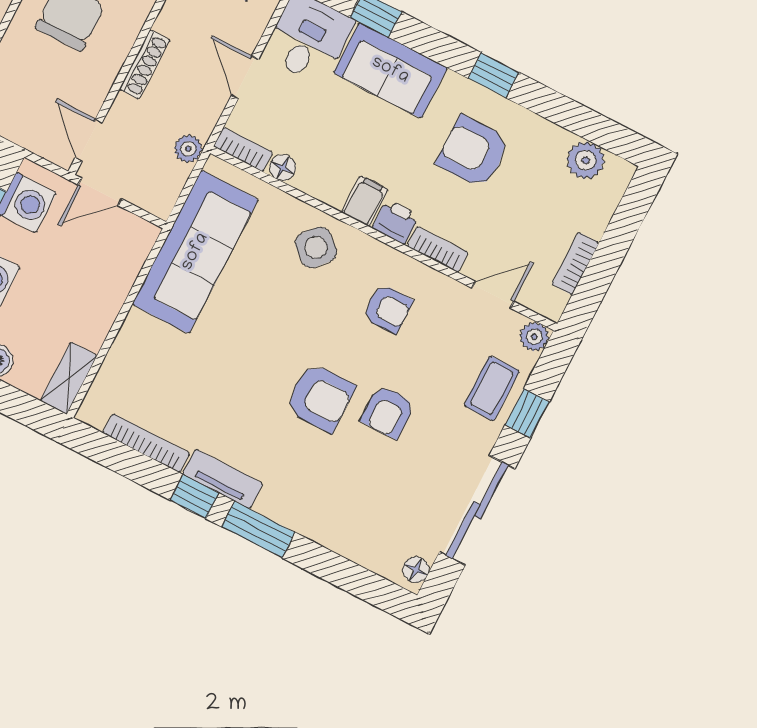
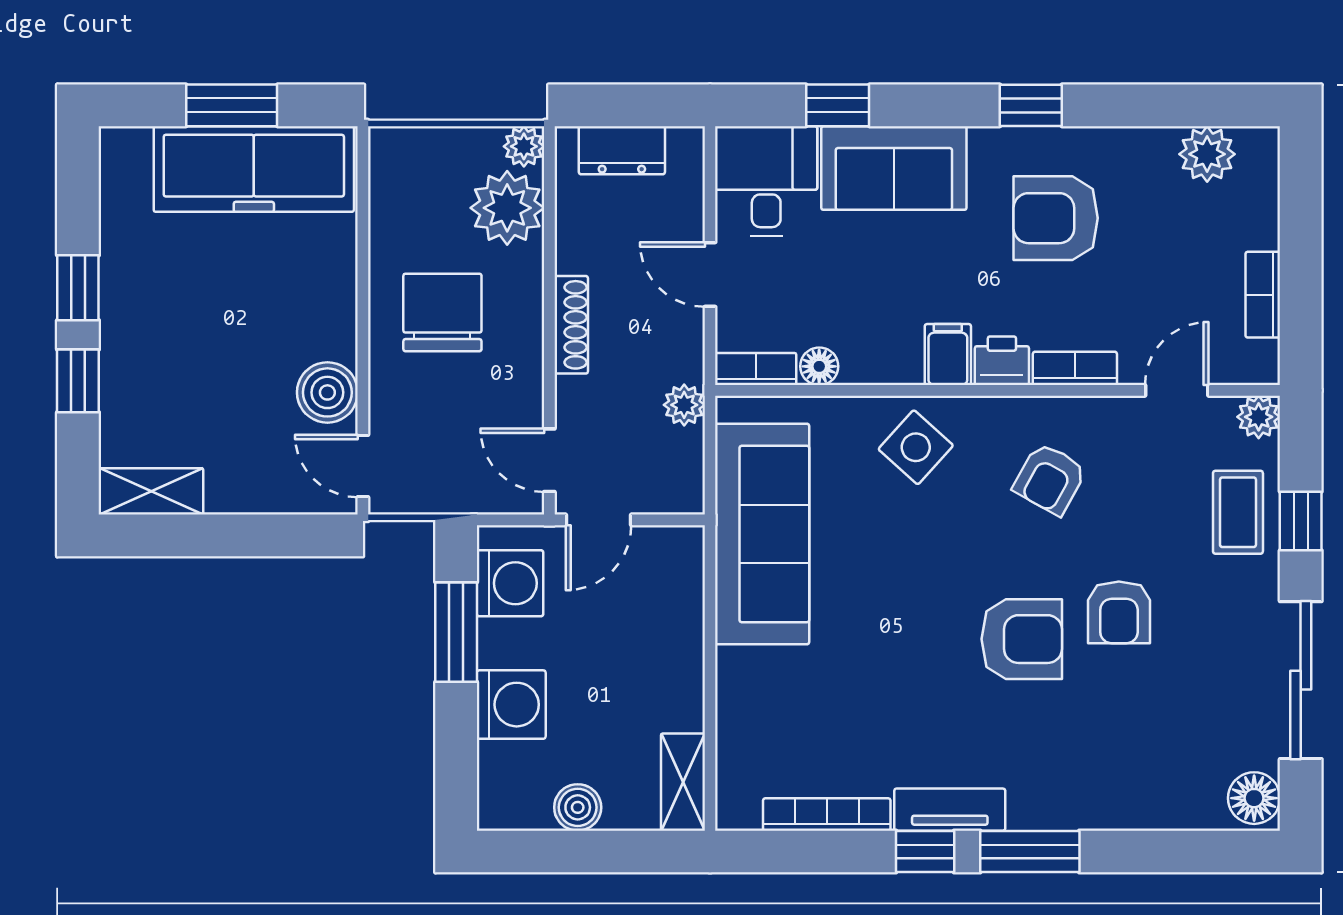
armchair: (388, 309) -> (1050, 479), turned 119
floor lamp: (416, 570) -> (1254, 798), width x1.37, depth x1.37

